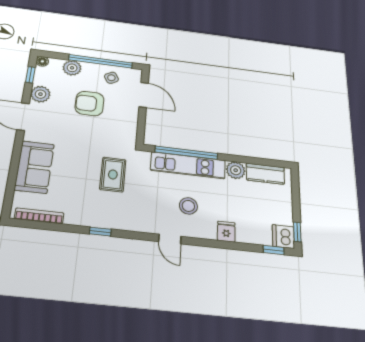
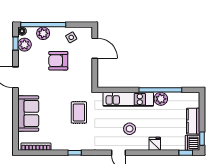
window: (101, 61) -> (43, 25), moved
plant: (40, 94) -> (24, 45), moved
window: (186, 153) -> (160, 90), moved
kitchen counter: (265, 174) -> (193, 121), moved, turned 90

